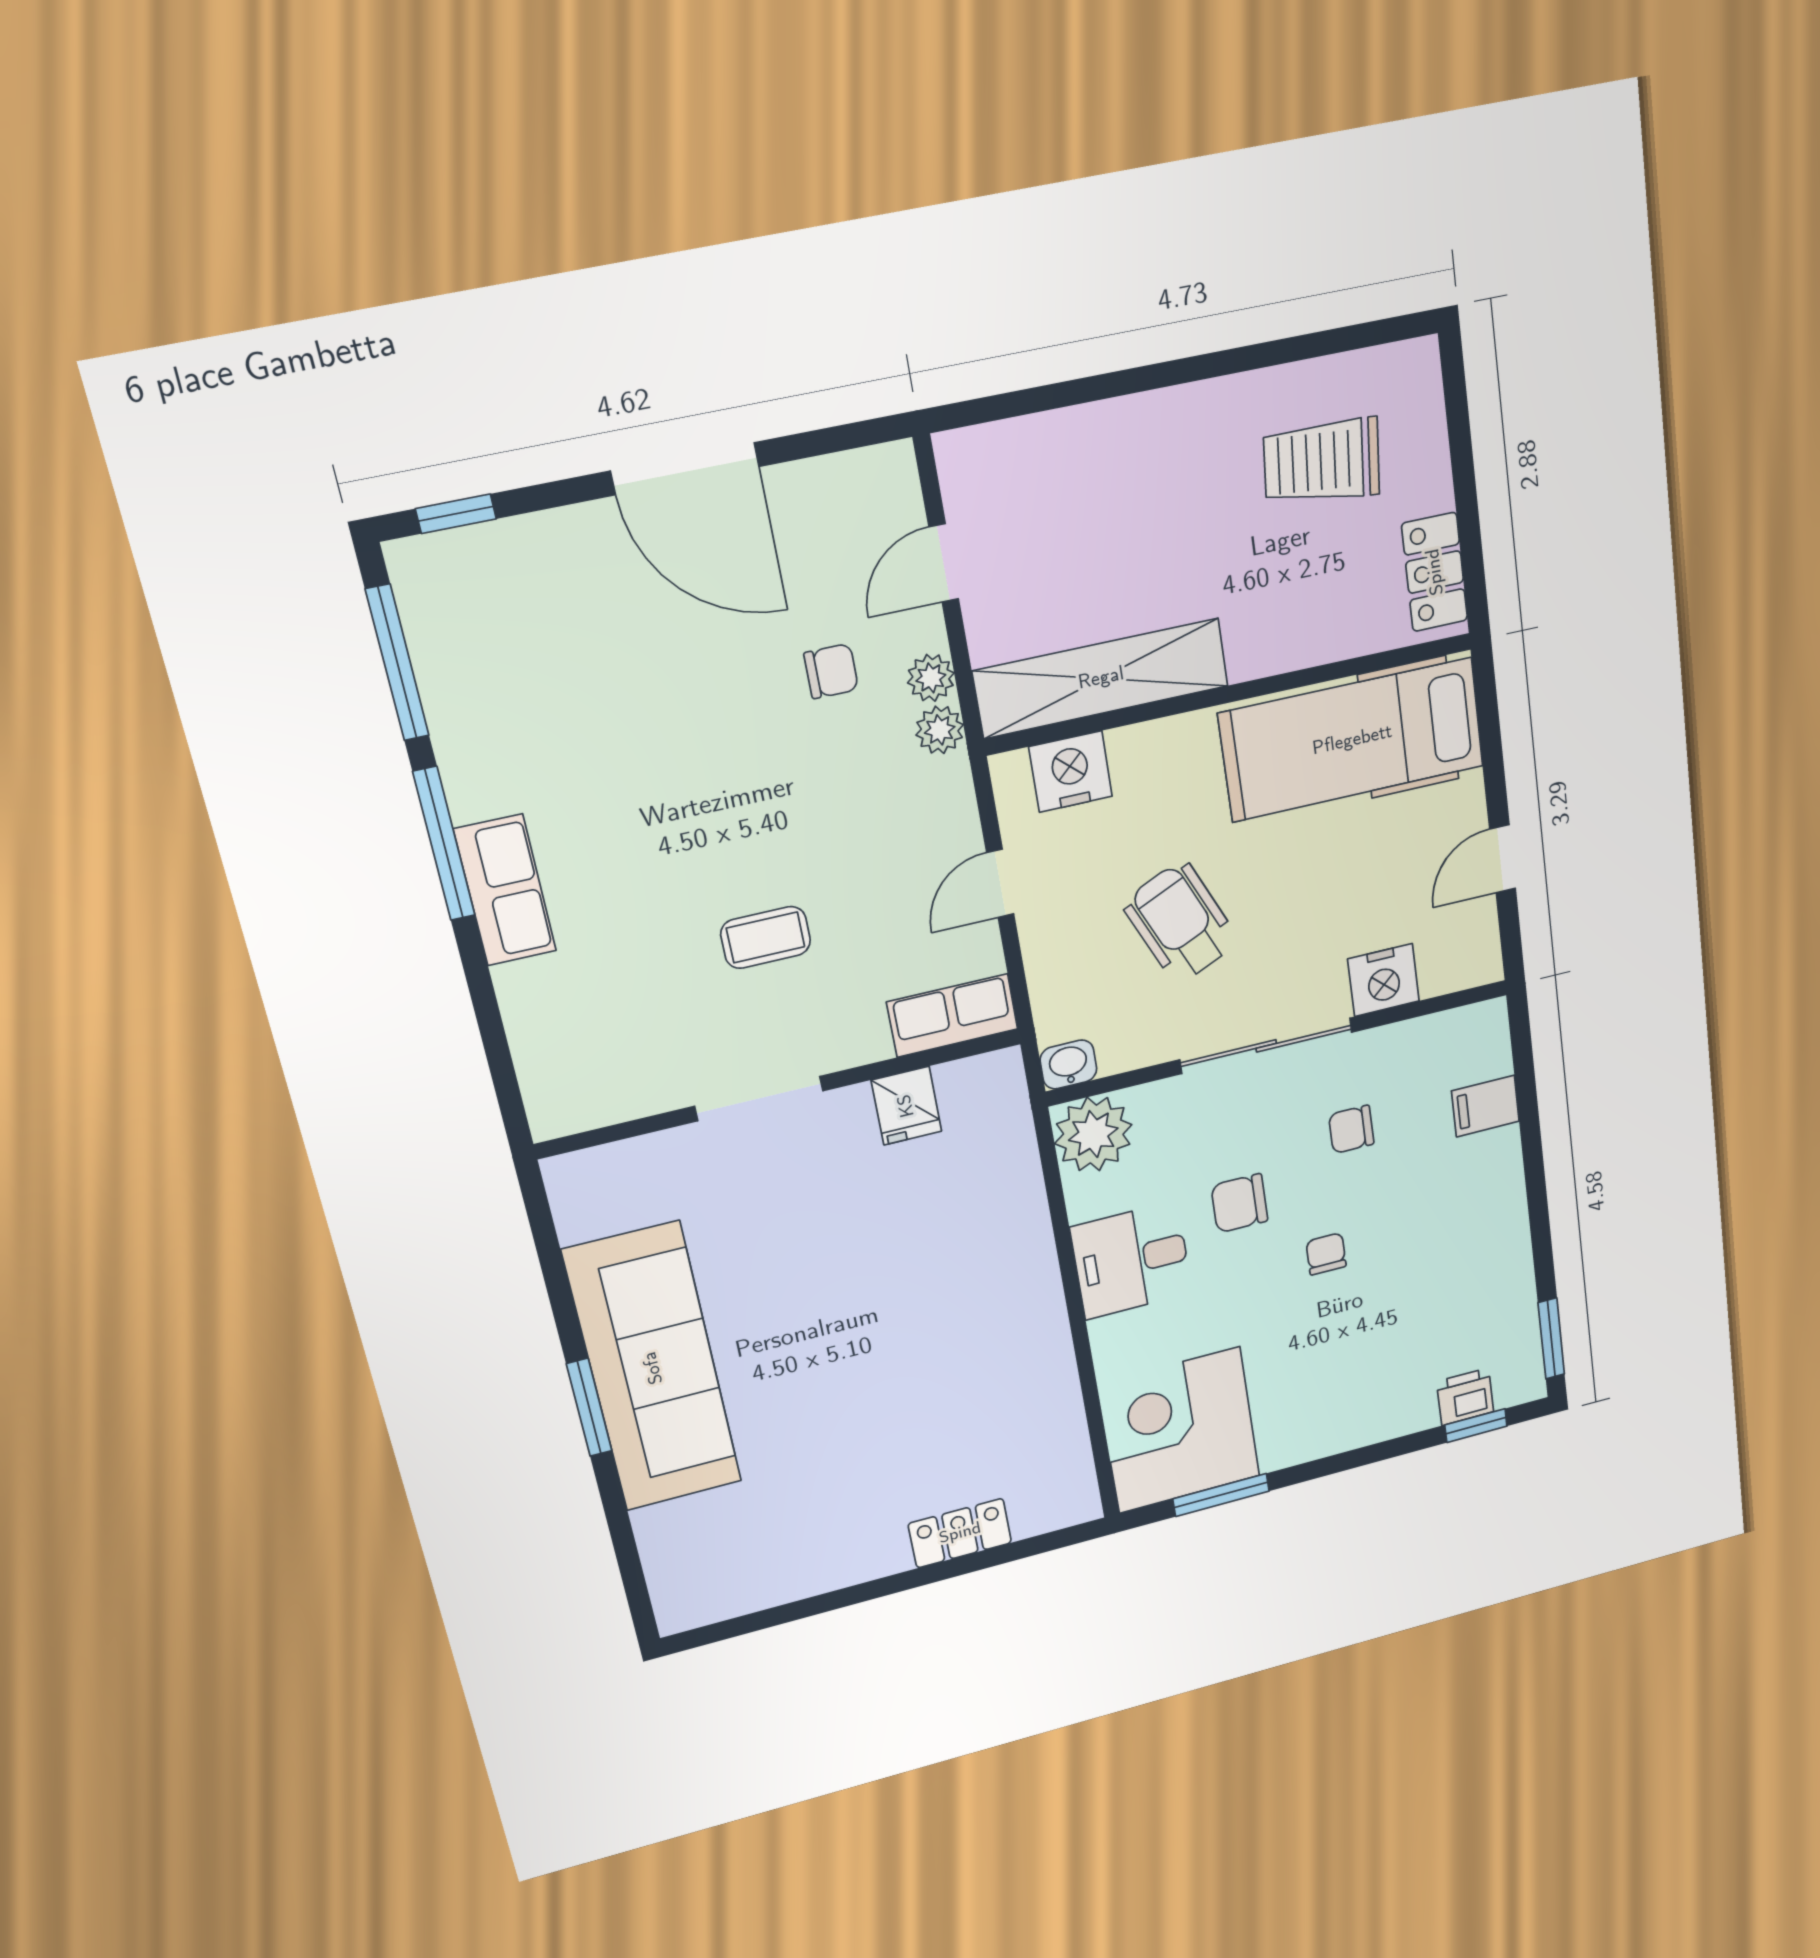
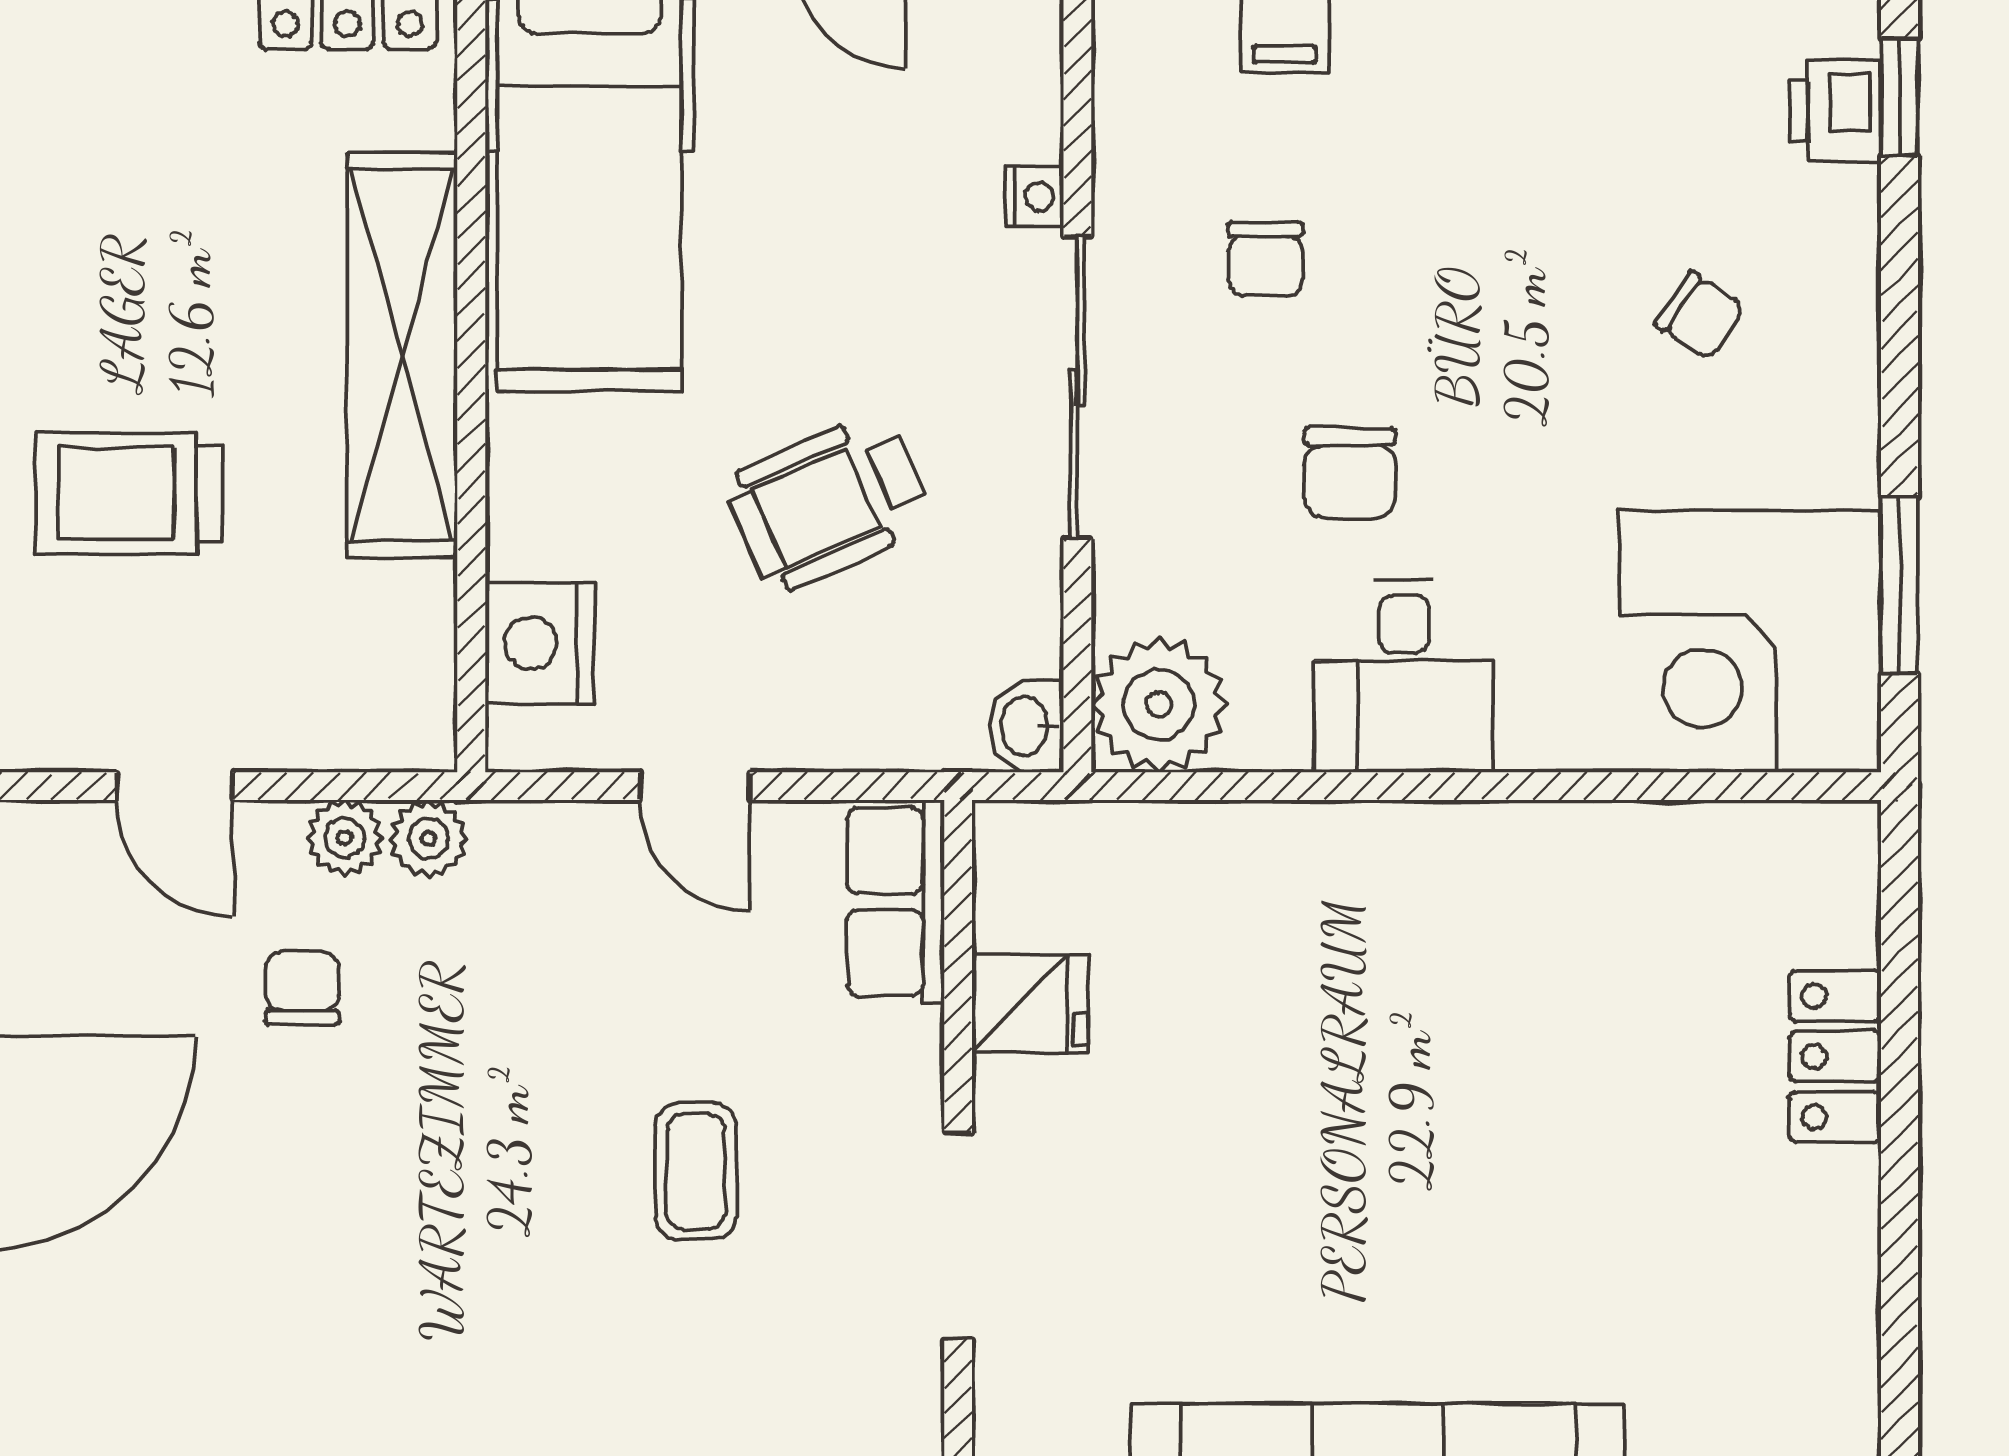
trolley: (1322, 461) -> (129, 494), moved, turned 85
shelving: (1101, 678) -> (402, 355), moved
nightstand: (1384, 980) -> (1035, 197), width x0.53, depth x0.56
chair: (1326, 1254) -> (1700, 316), moved, turned -146

